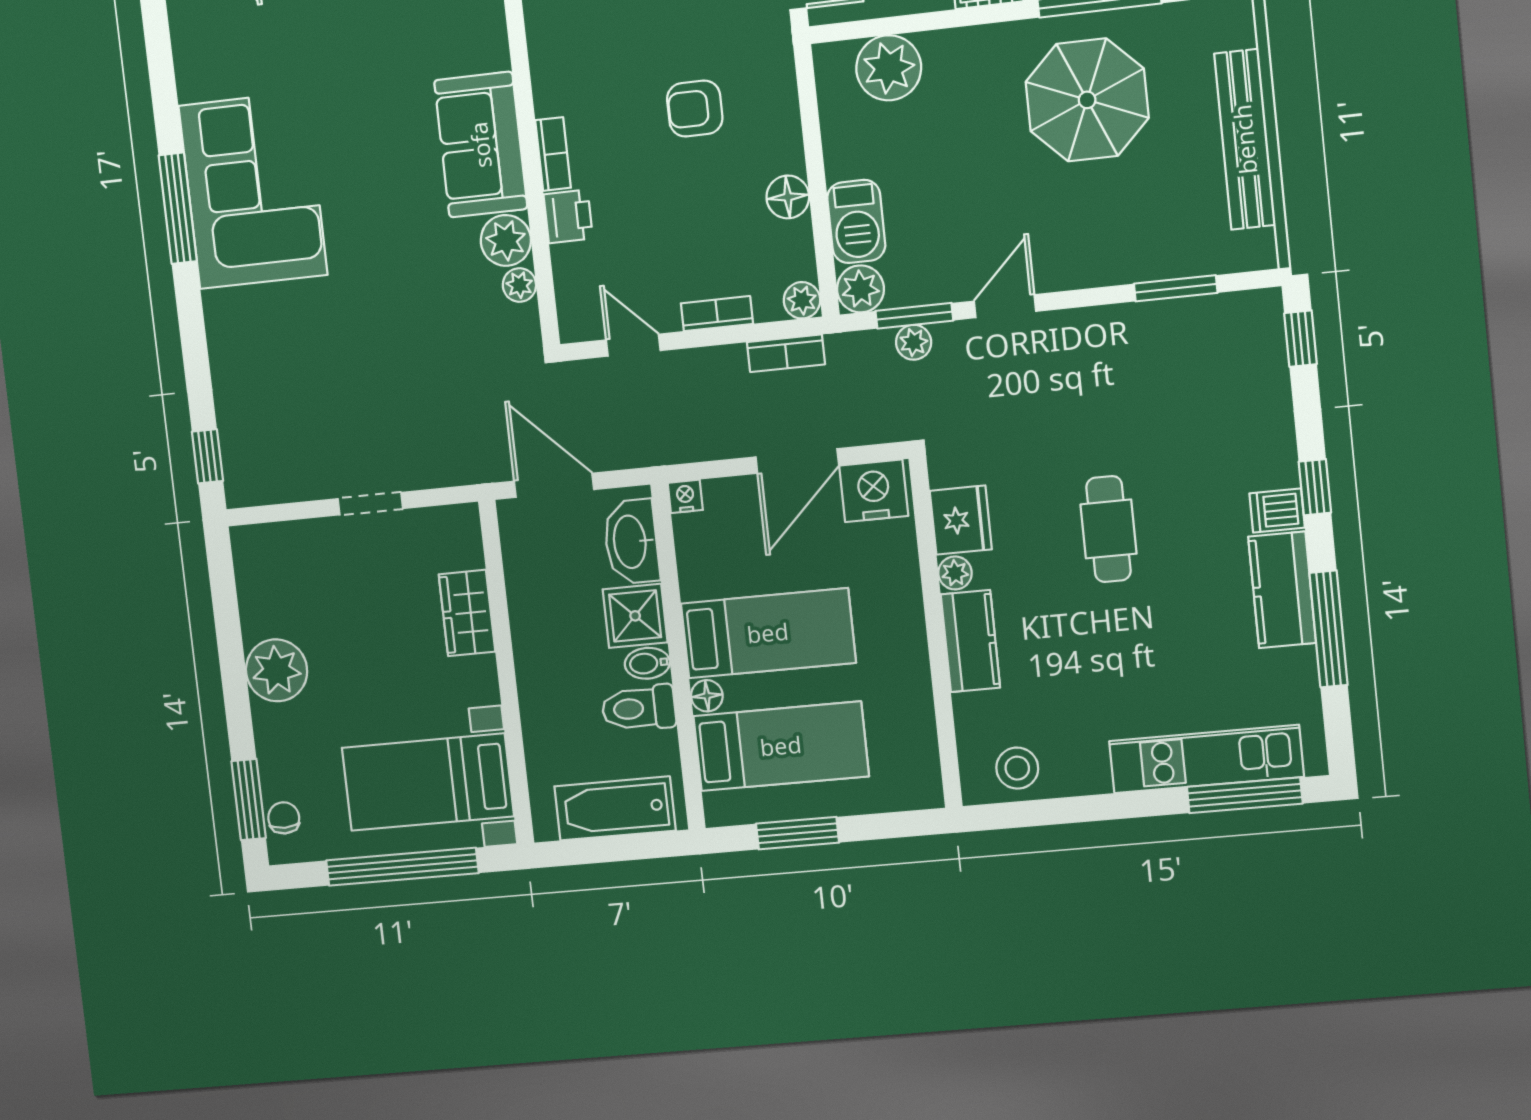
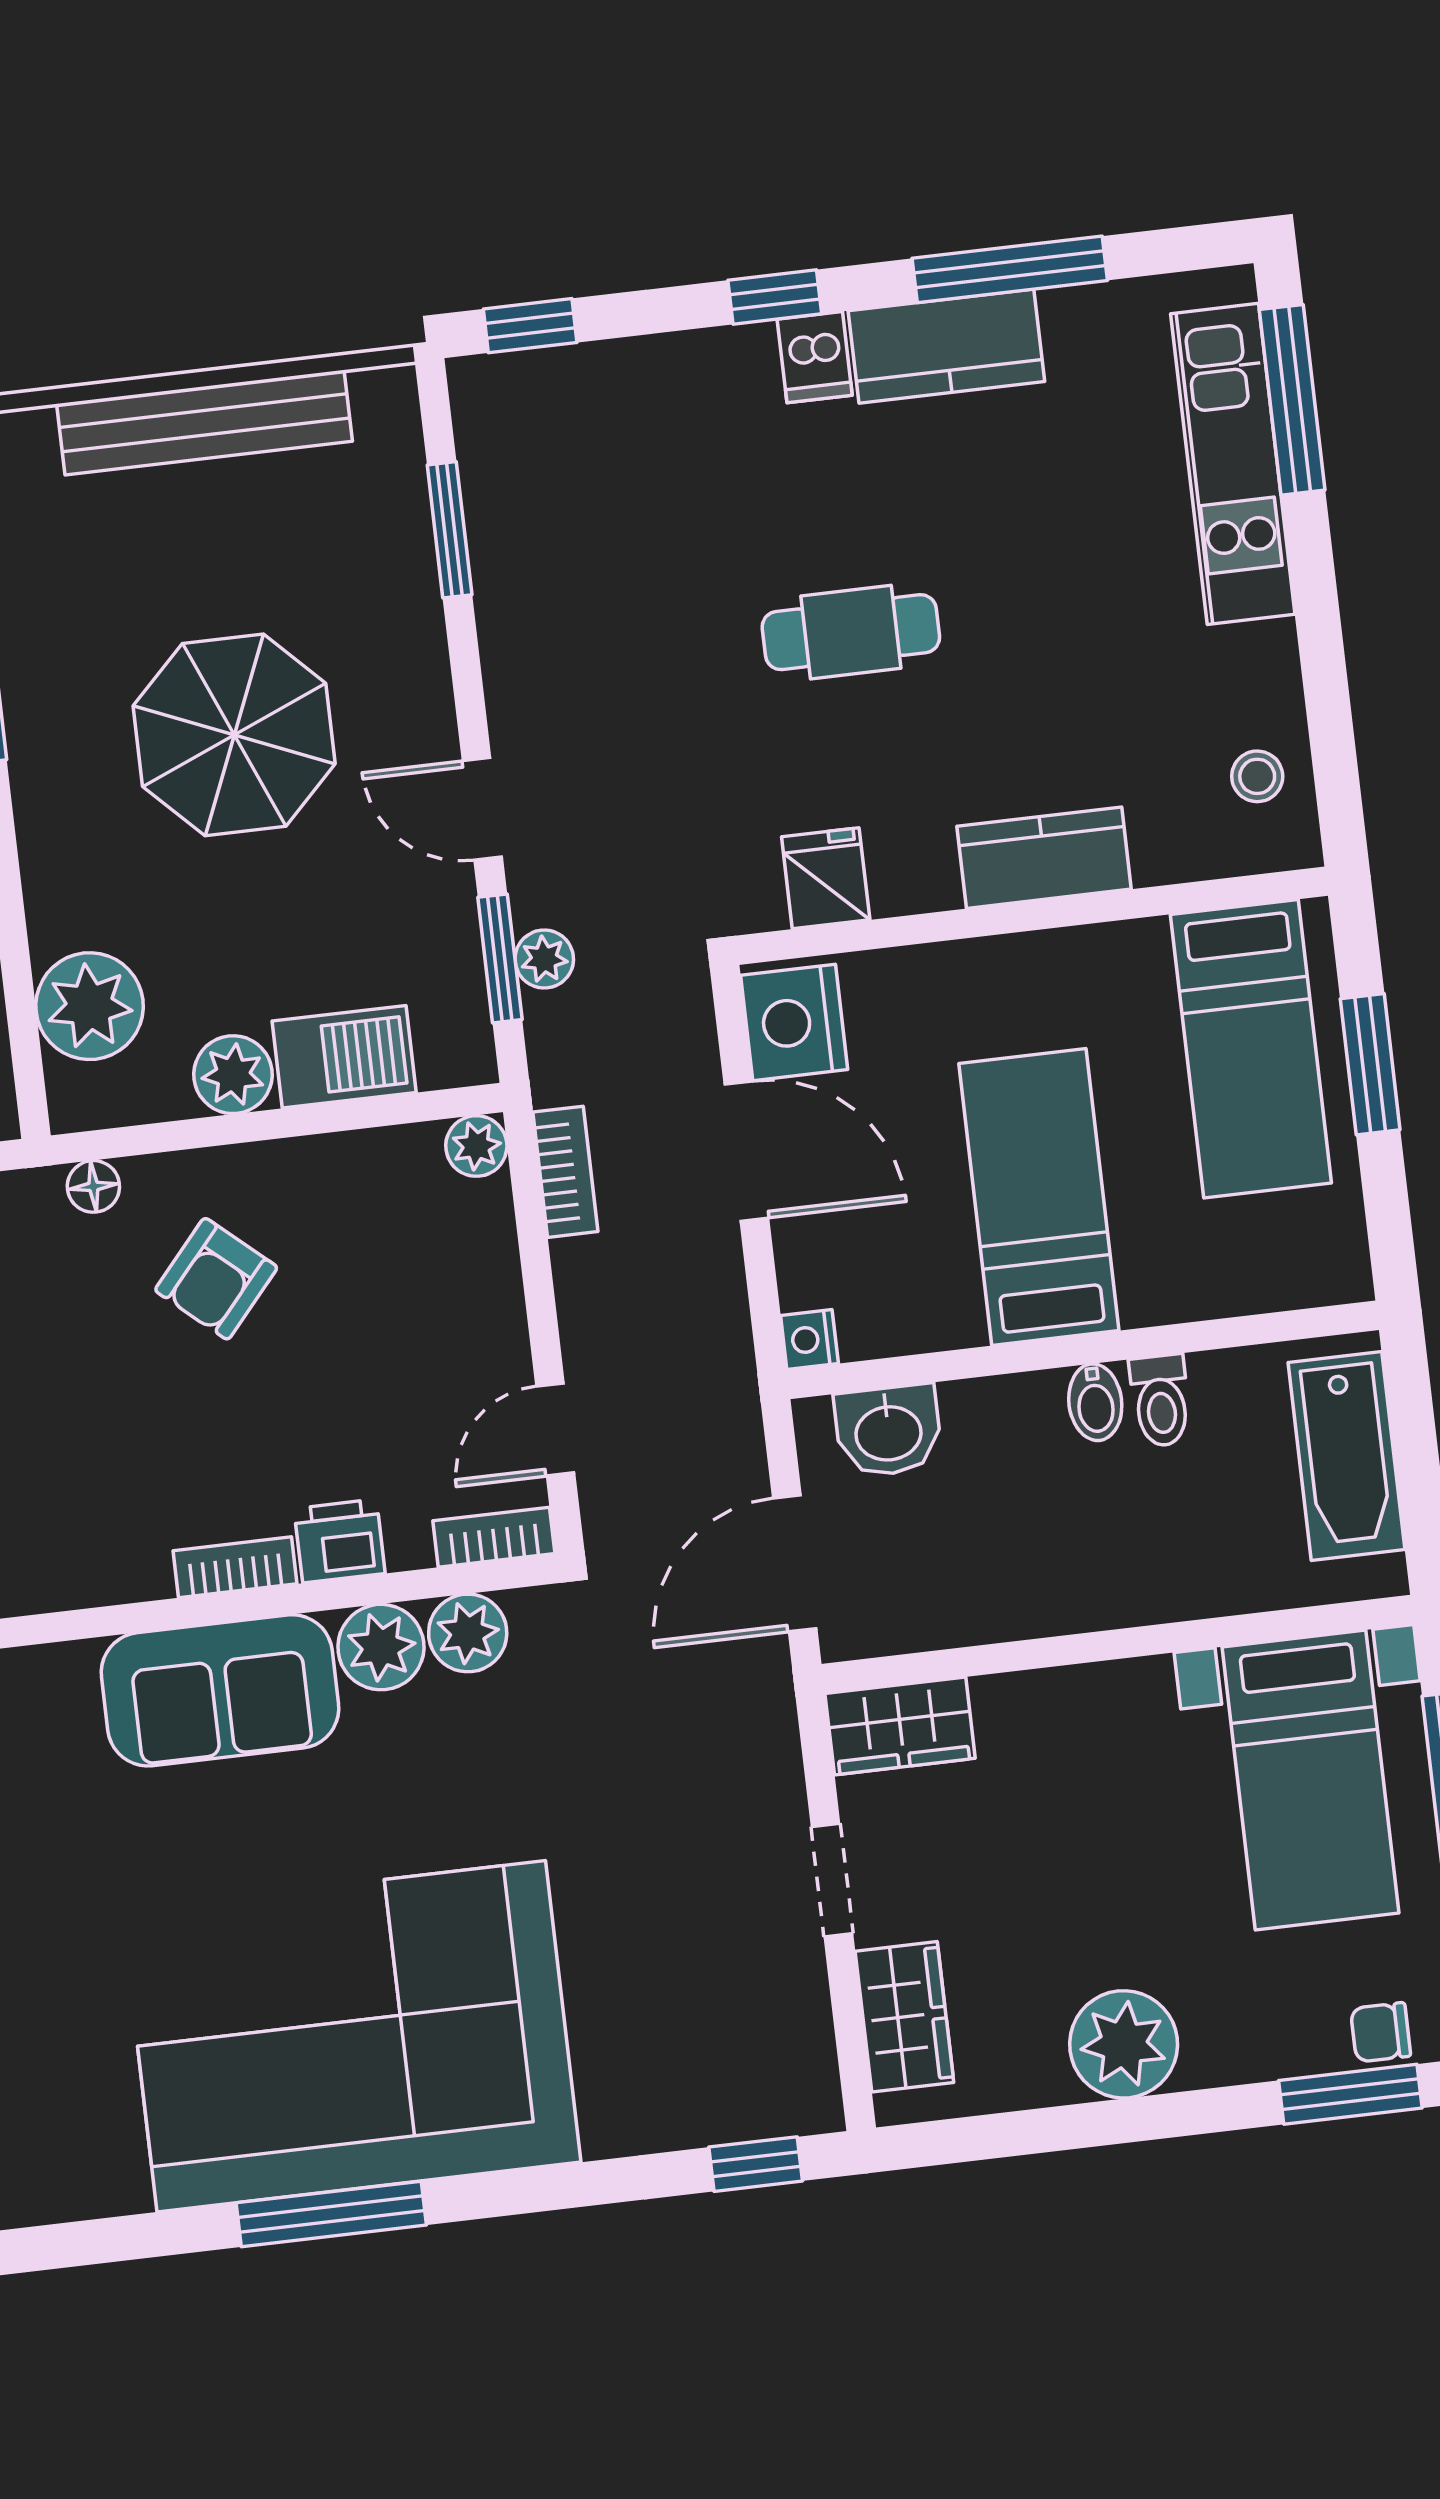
parasol: (1087, 100) -> (234, 735), moved
armchair: (695, 108) -> (216, 1279), moved, turned 41
corner sofa: (253, 190) -> (351, 2036), width x1.36, depth x1.36
floor lamp: (788, 197) -> (93, 1186), moved, width x0.73, depth x0.73
plant: (519, 285) -> (468, 1633), width x1.38, depth x1.38
plant: (861, 289) -> (233, 1075), moved
bookcase: (717, 314) -> (494, 1537), moved, turned 90
fridge: (961, 520) -> (826, 878), width x0.72
washbasin: (631, 542) -> (888, 1431), width x0.72
wardrobe: (292, 544) -> (904, 2017), added
plant: (955, 573) -> (930, 885), removed
wardrobe: (467, 613) -> (900, 1726), moved
shower: (635, 616) -> (1015, 1424), removed
floor lamp: (707, 696) -> (1148, 1300), removed
toilet: (639, 708) -> (1161, 1401), width x0.73, depth x0.72
bed: (781, 746) -> (1251, 1049), moved, turned 180
stool: (1017, 768) -> (1257, 776), width x0.73, depth x0.73
window: (797, 833) -> (1370, 1064), moved

